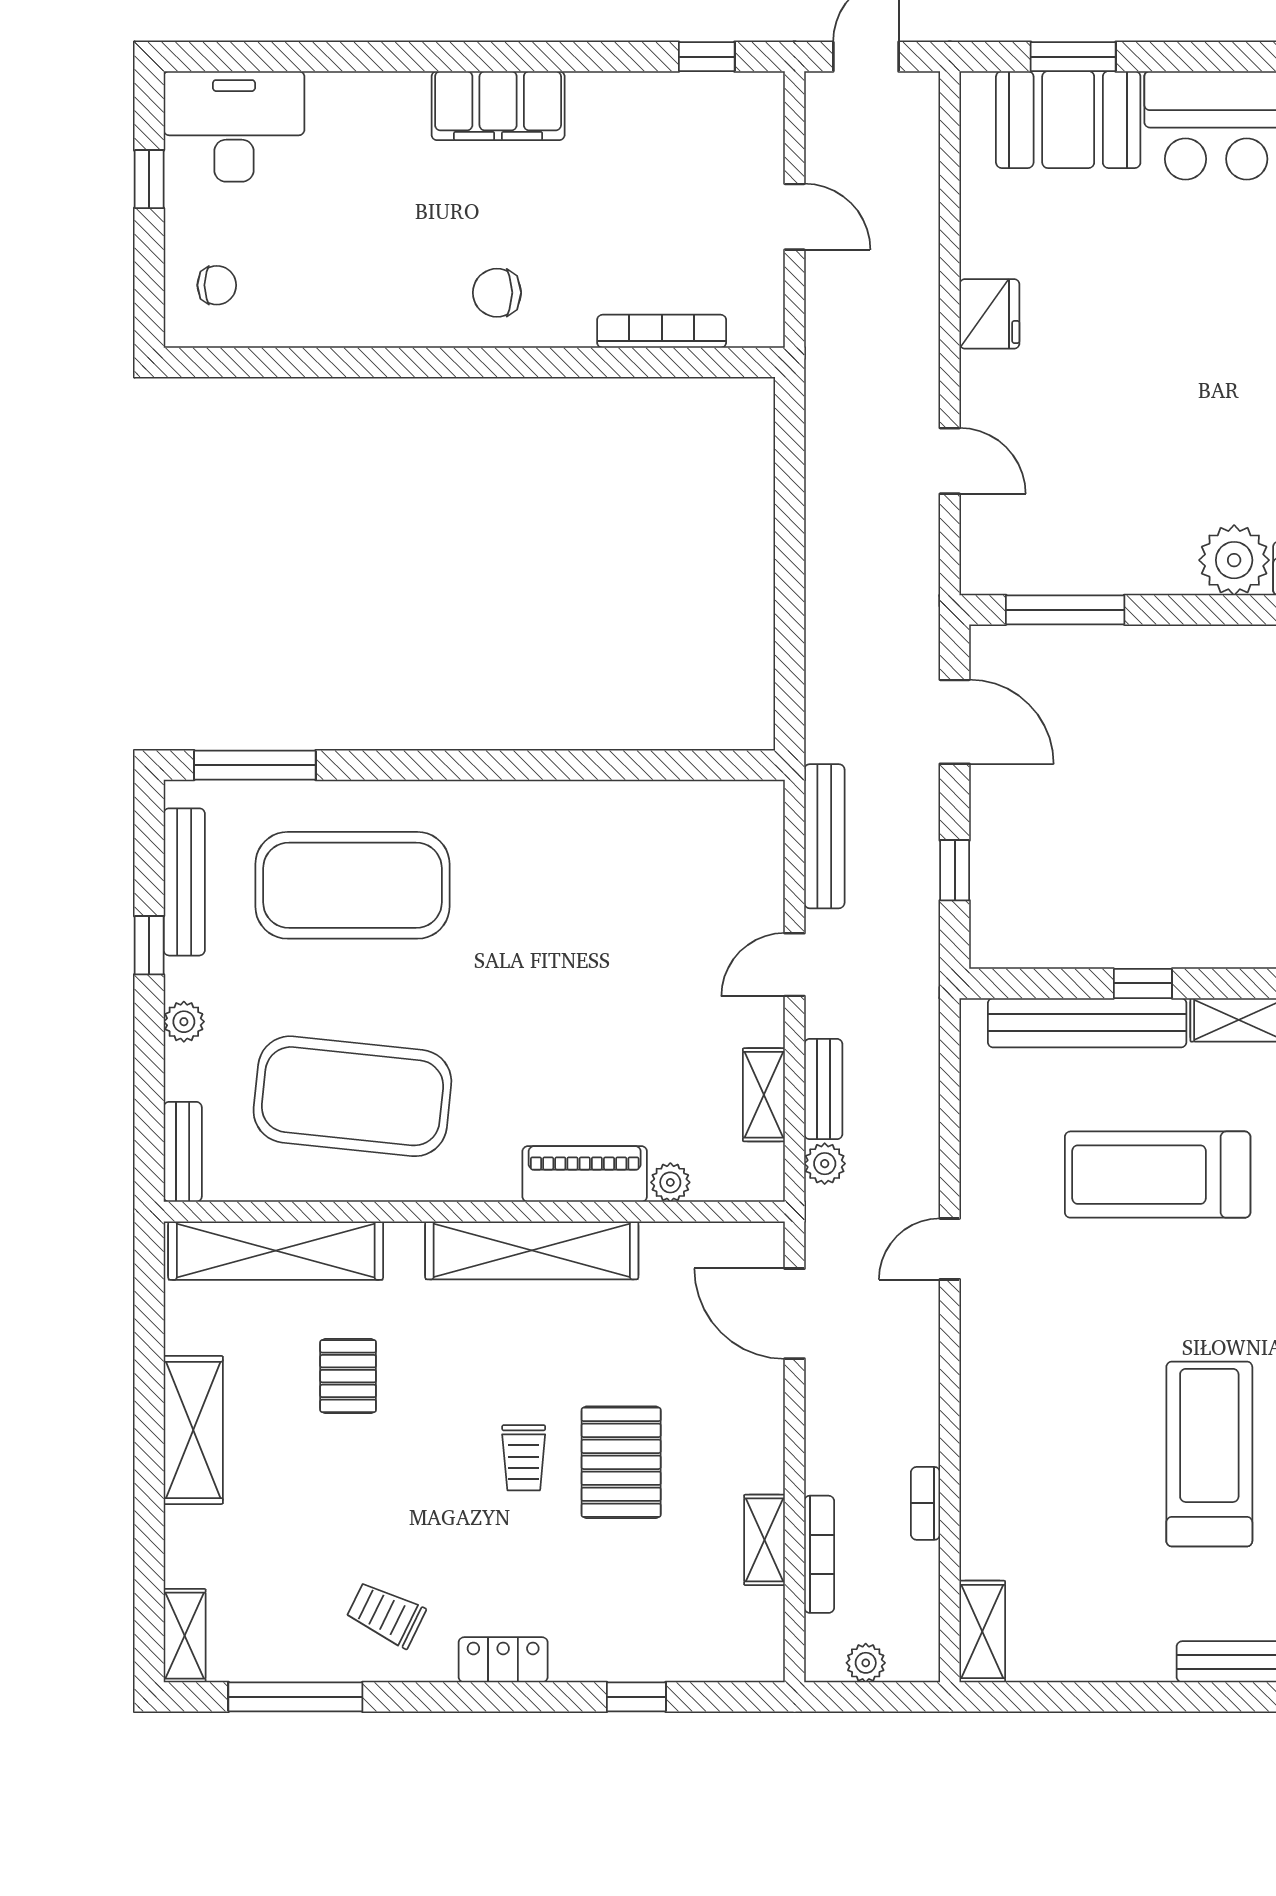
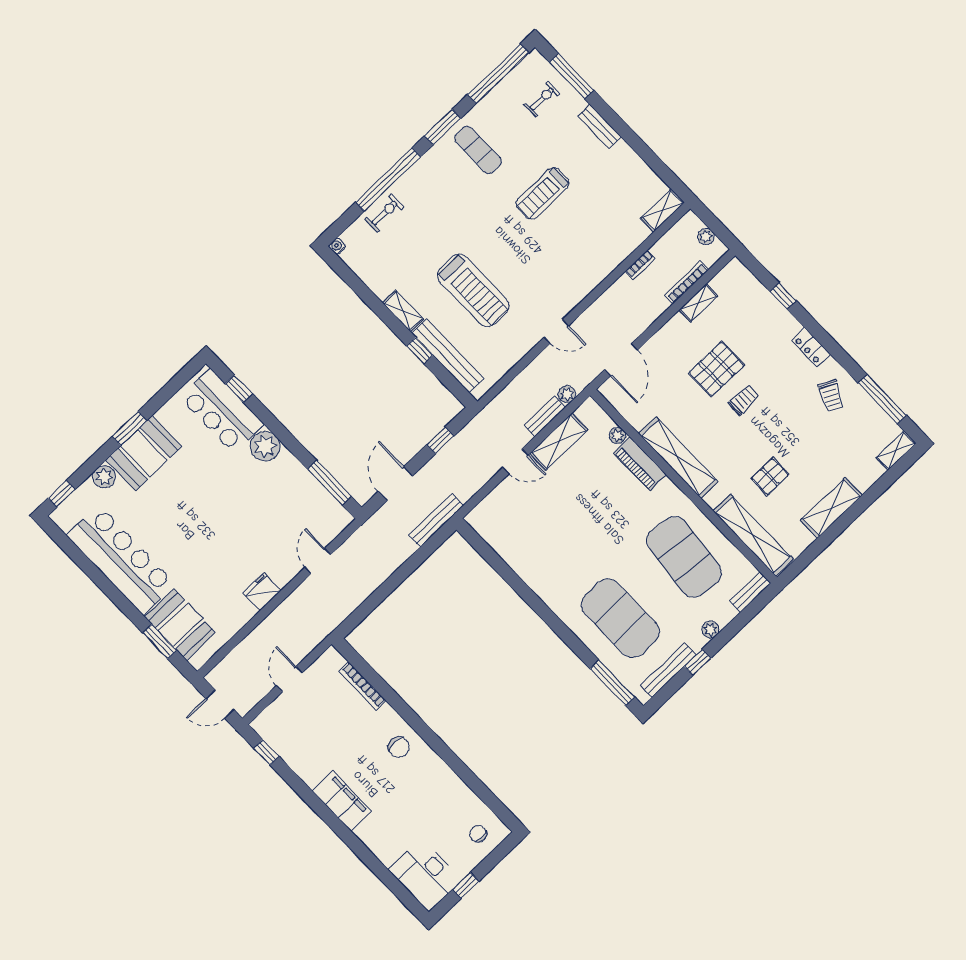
bench: (824, 836) -> (436, 520), moved
shelving: (764, 1095) -> (559, 442), width x1.50, depth x1.33
treadmill: (1209, 1454) -> (543, 193), width x0.73, depth x0.73

